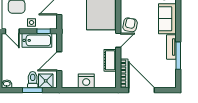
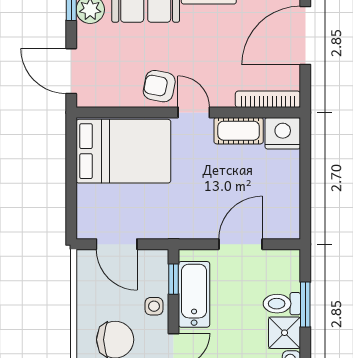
door: (59, 61) -> (241, 244), swing flipped
shower: (46, 81) -> (285, 333), moved
nightstand: (86, 81) -> (283, 133), moved, turned -90
door: (142, 90) -> (305, 35), moved

